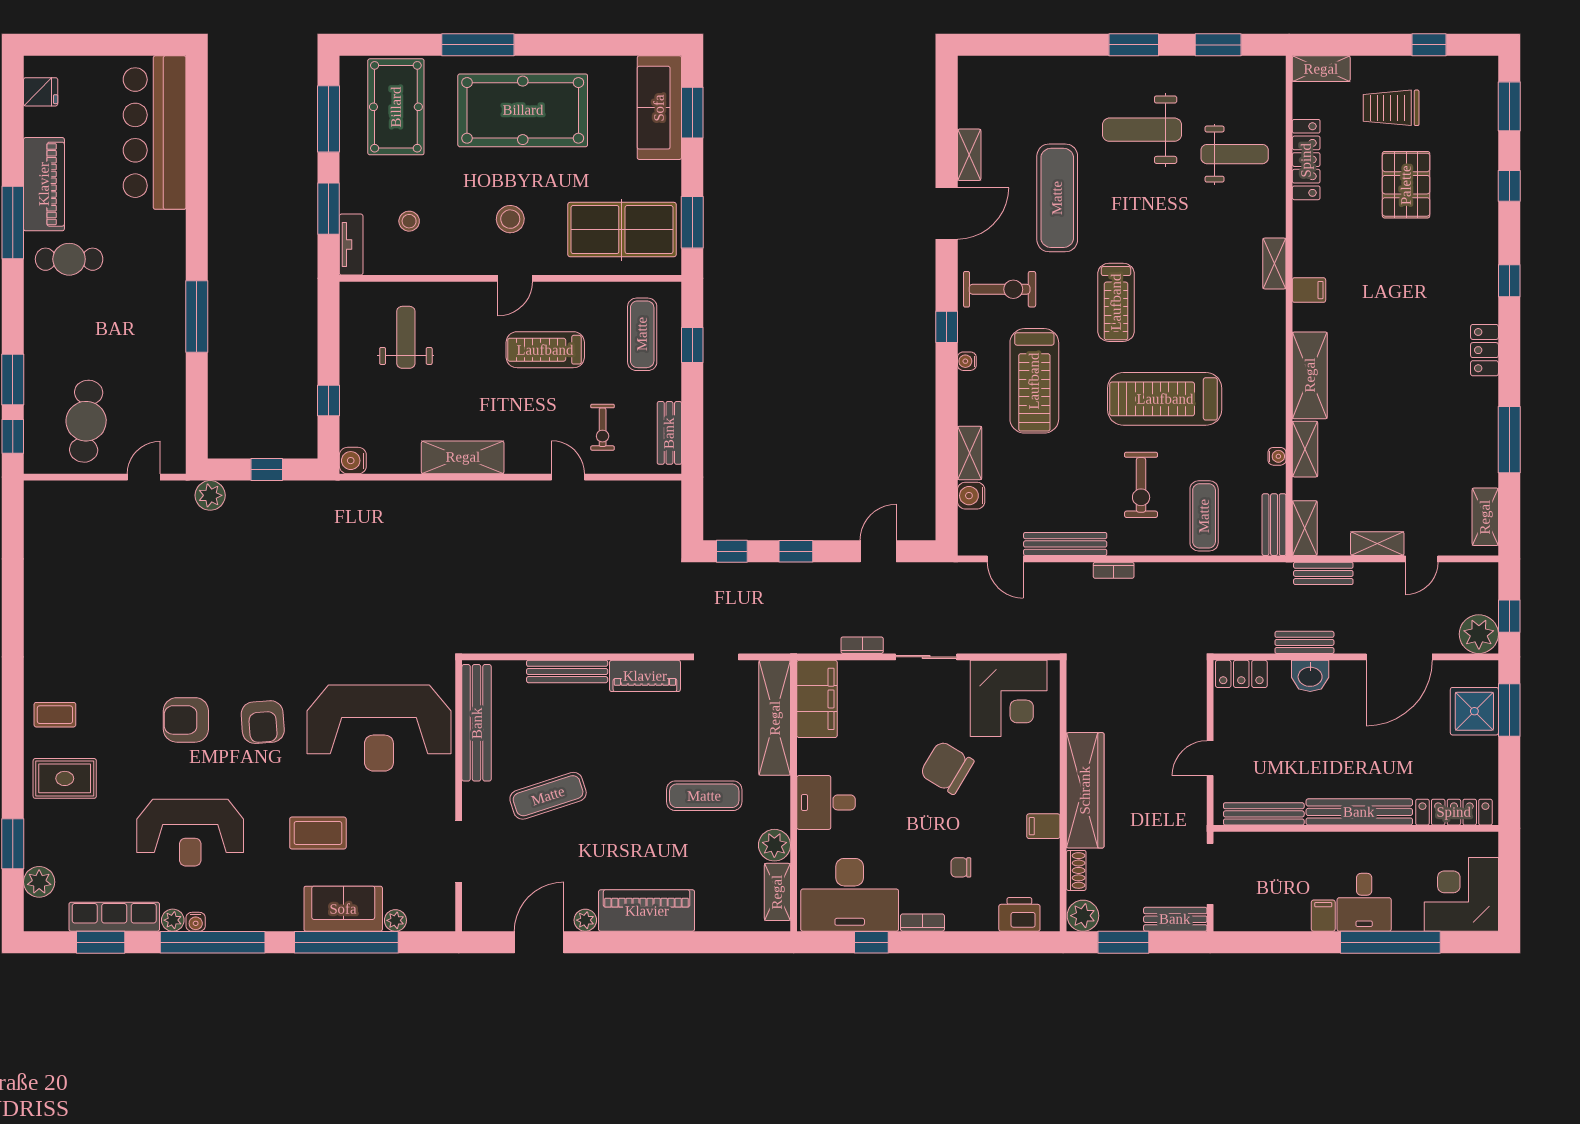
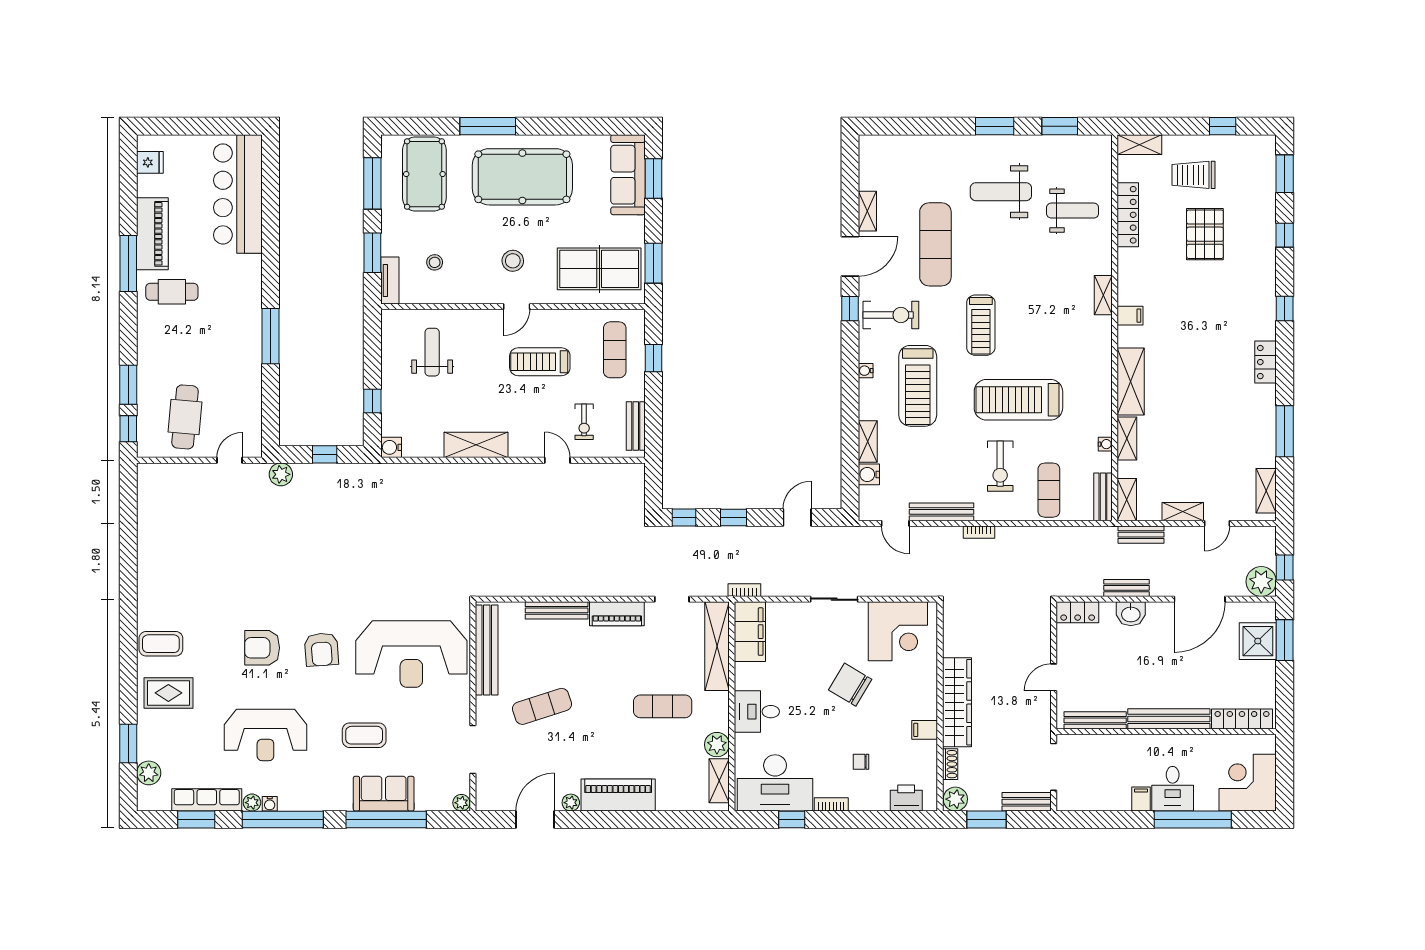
window: (947, 327) -> (850, 309), moved
bookcase: (862, 645) -> (744, 590), moved
coffee table: (55, 715) -> (161, 644), width x1.36, depth x1.30
plant: (395, 920) -> (461, 803), moved

